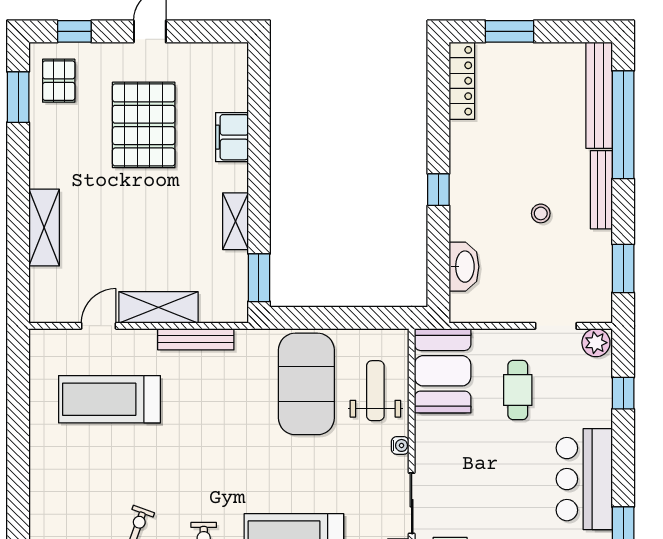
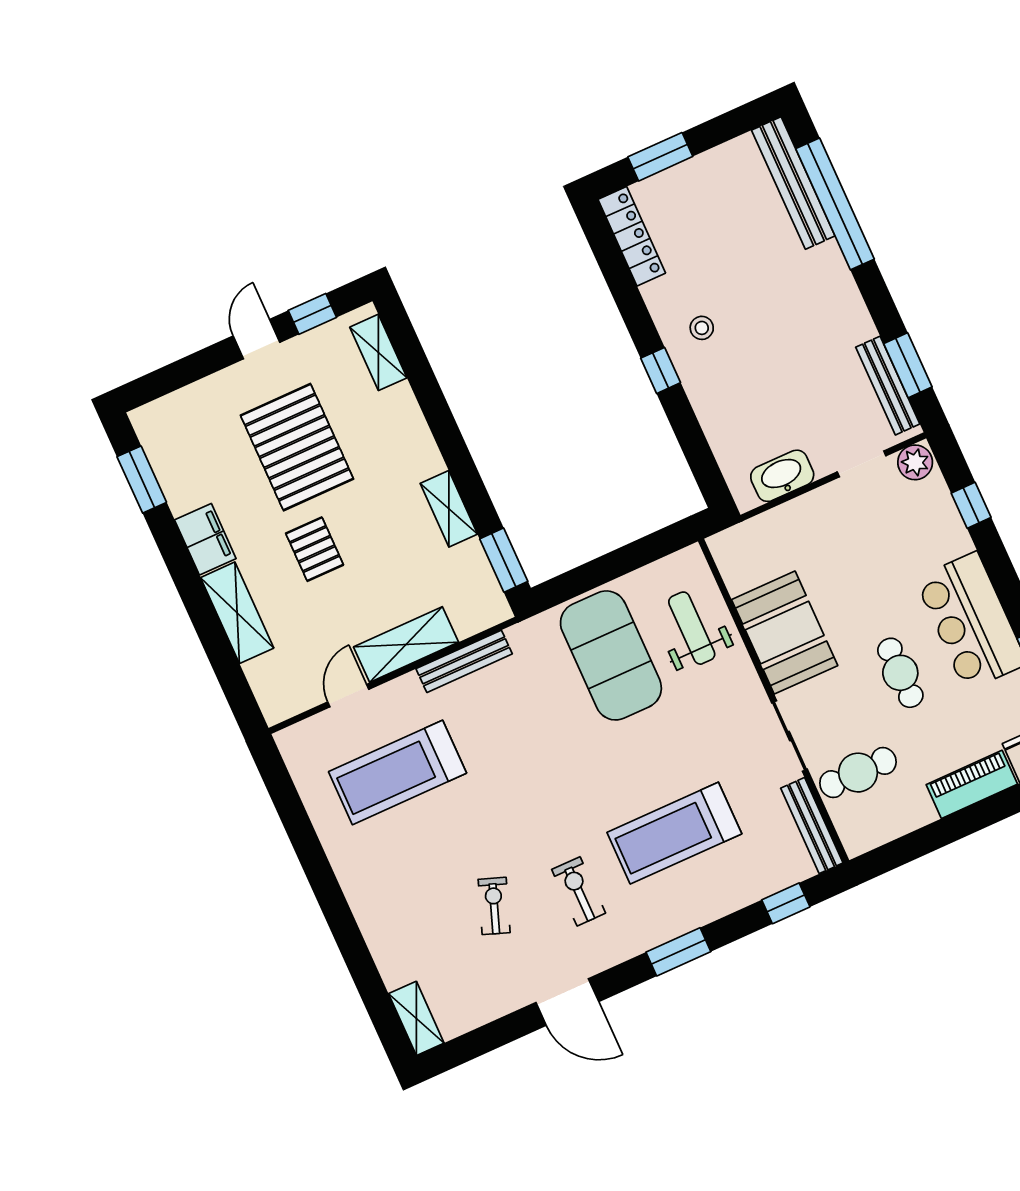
window: (74, 31) -> (312, 314), moved
pallet: (59, 81) -> (315, 549), moved
shelving: (236, 82) -> (378, 352), added
filing cabinet: (232, 137) -> (205, 539), moved, turned 180
bench: (601, 190) -> (888, 386), moved
stool: (541, 213) -> (702, 328), moved
washbasin: (464, 267) -> (782, 476), moved, turned -90
booth: (443, 371) -> (785, 633), moved
cafe table: (518, 390) -> (900, 673), moved
water cooler: (400, 445) -> (747, 677), removed

